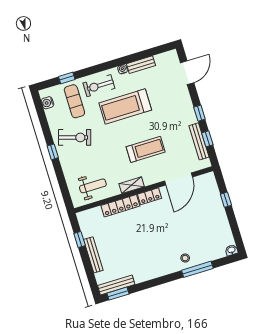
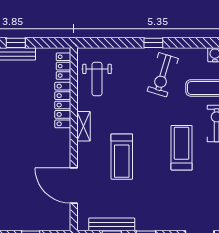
treadmill: (125, 106) -> (182, 148), width x0.73, depth x0.73
locker: (149, 196) -> (63, 66), moved
window: (80, 240) -> (16, 43), moved

